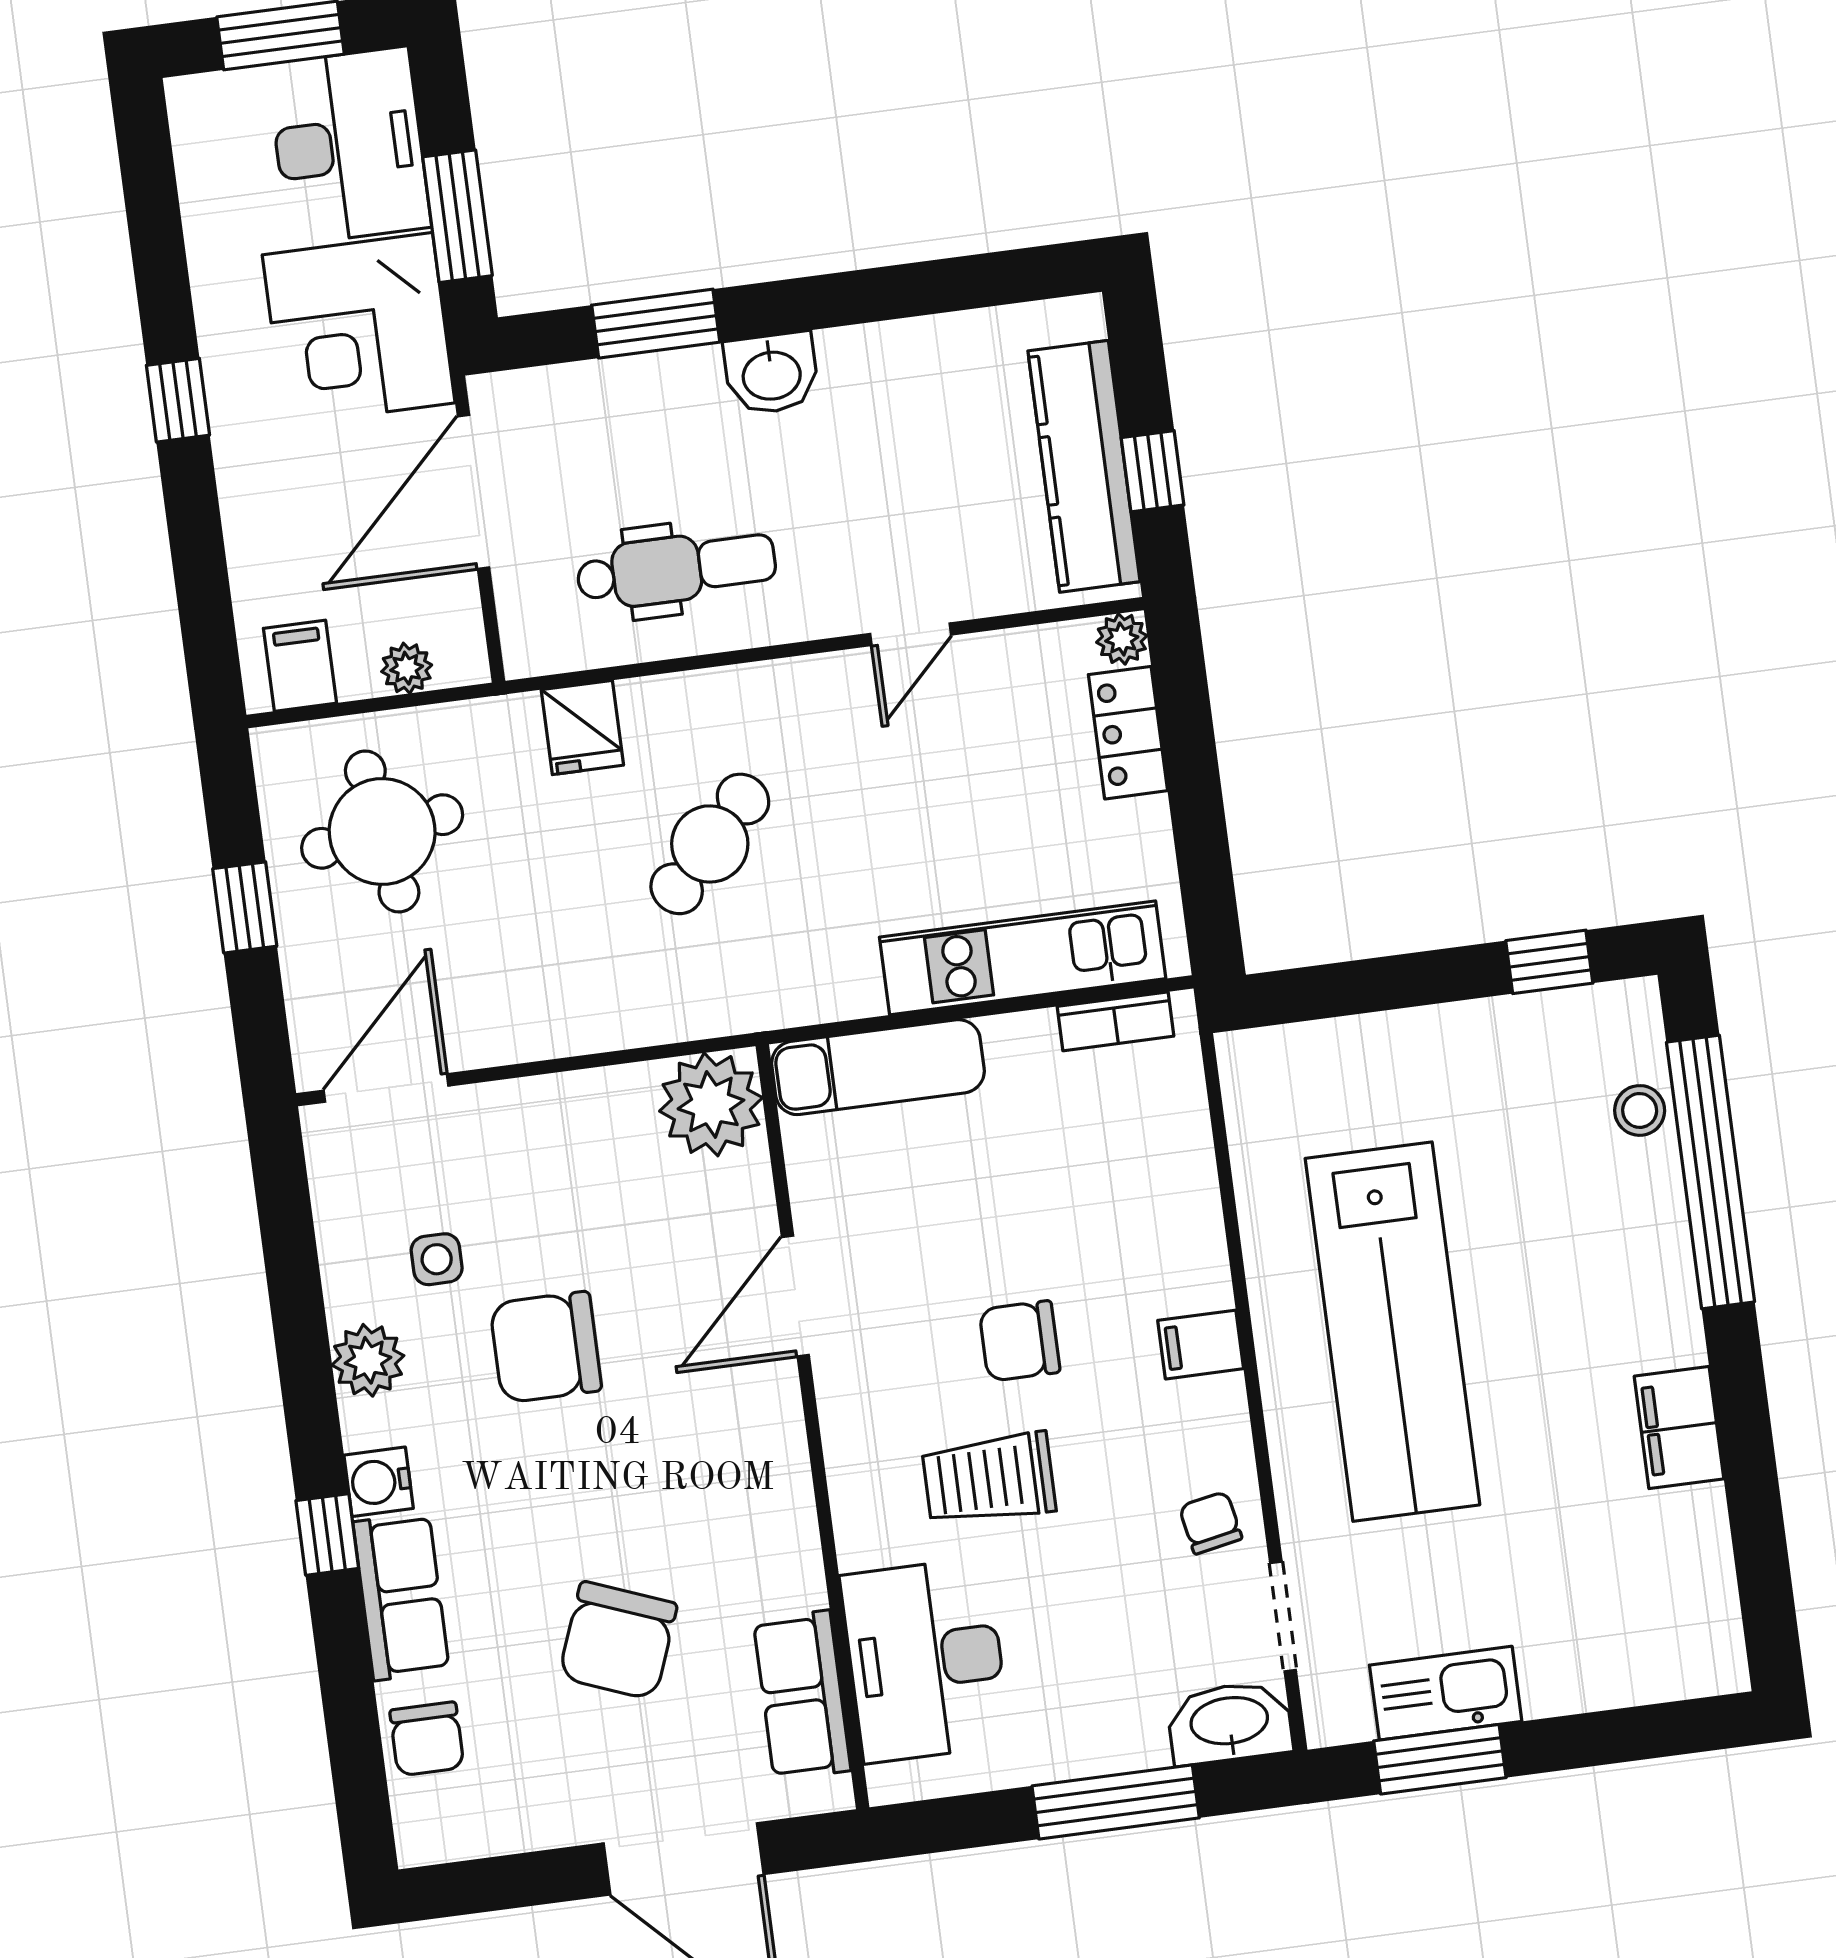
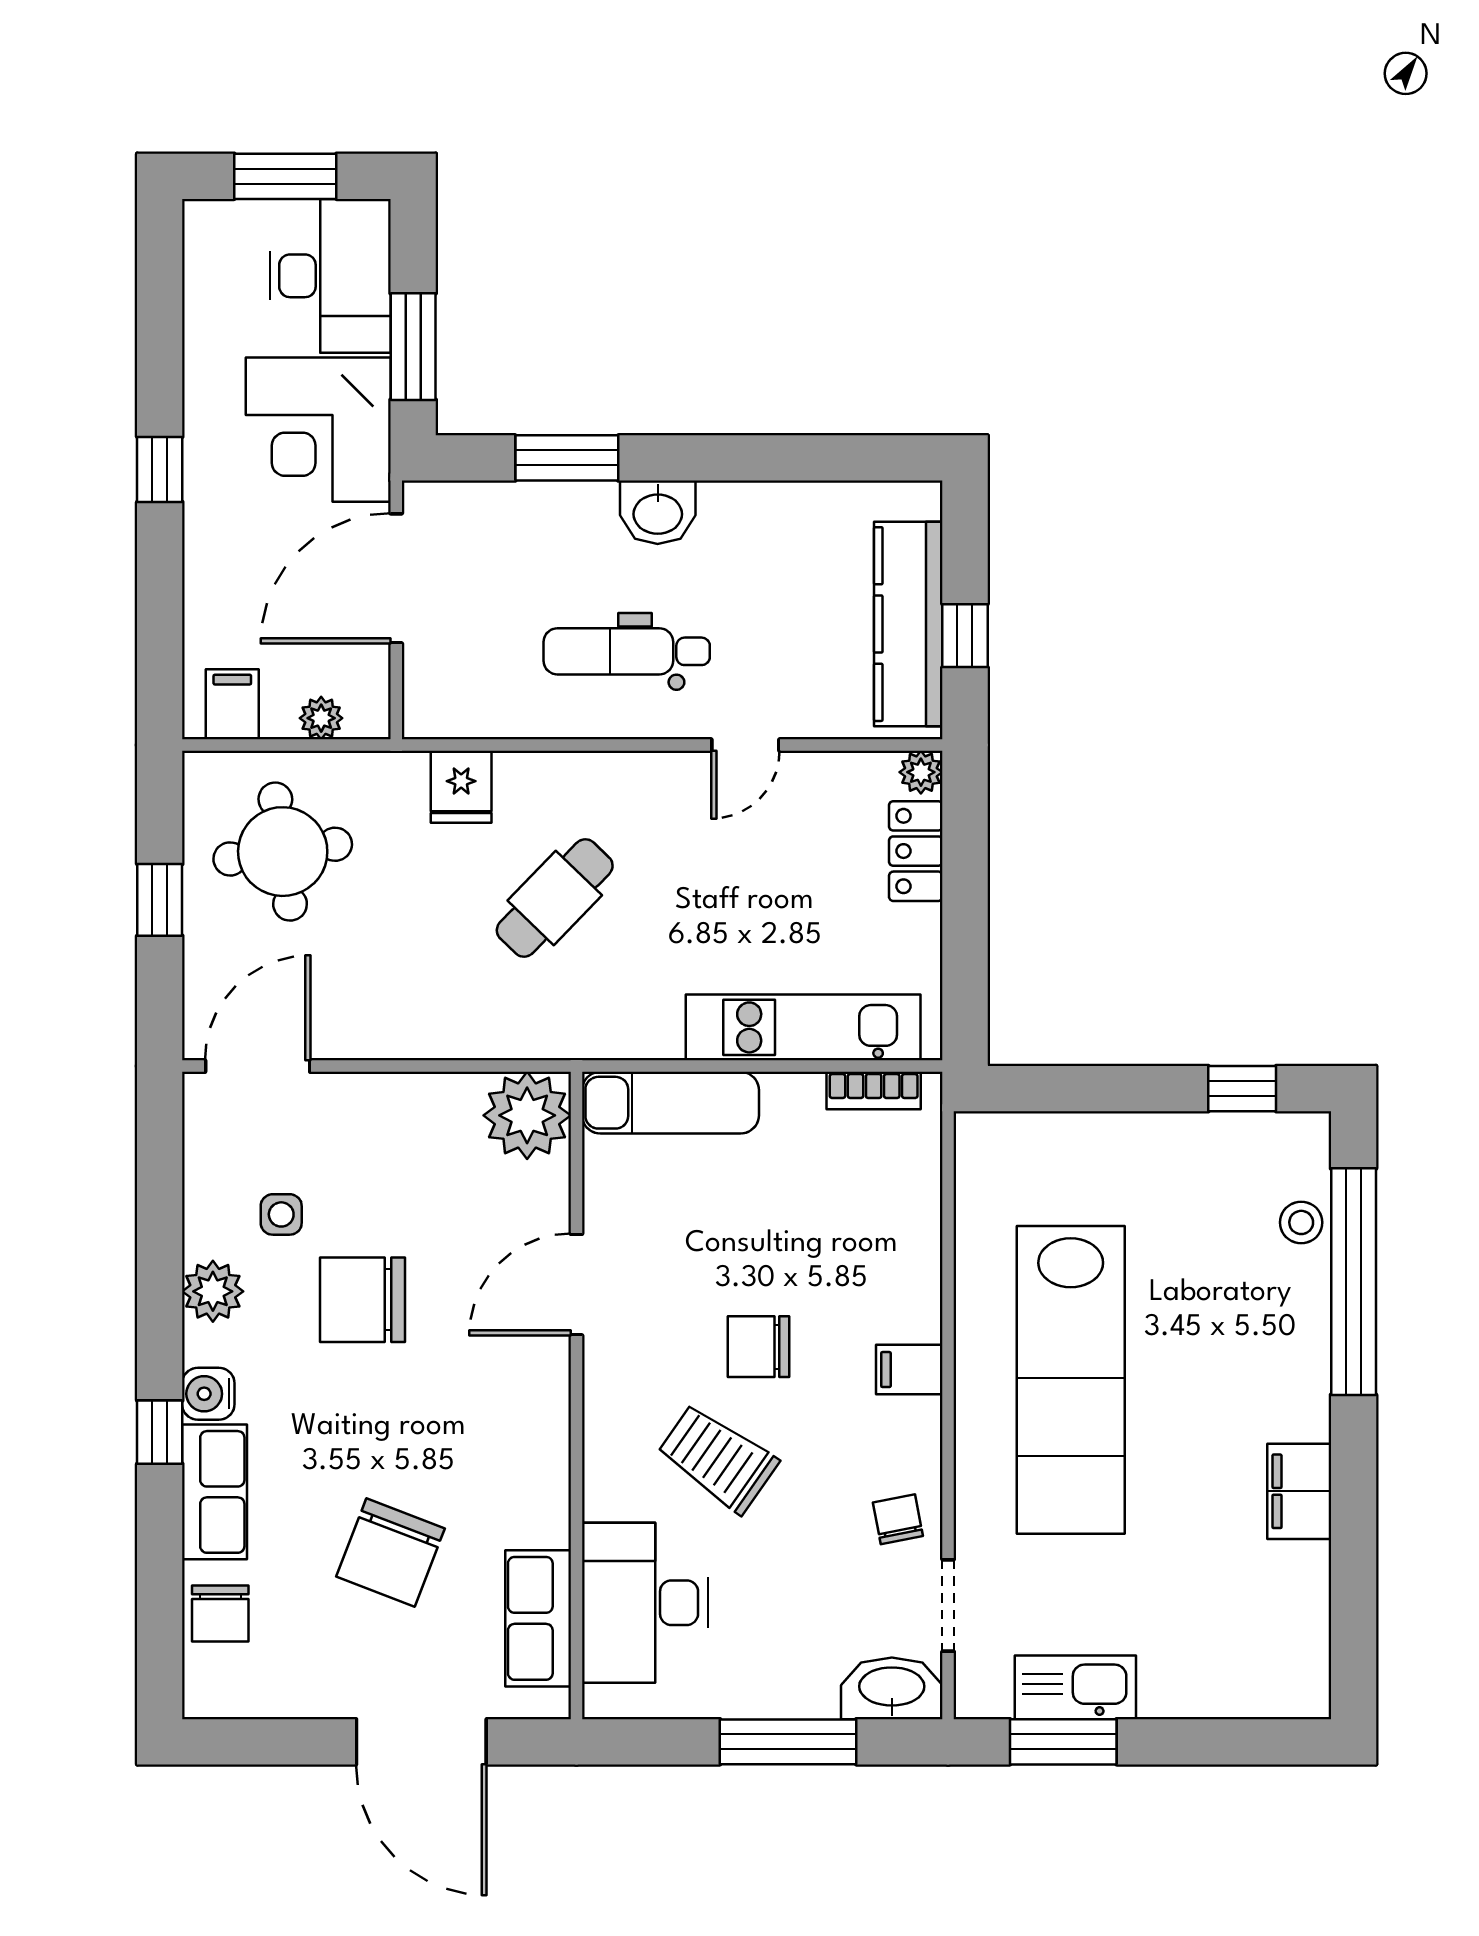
dental chair: (676, 569) -> (627, 651), moved, turned 180
trolley: (989, 1479) -> (718, 1458), turned 35

